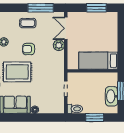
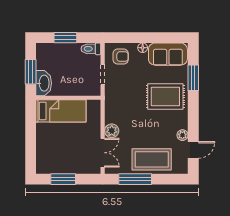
coffee table: (28, 23) -> (152, 159), width x1.86, depth x1.72
armchair: (29, 49) -> (121, 57), moved
washbasin: (112, 96) -> (44, 83), moved

